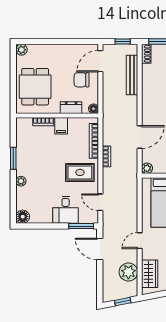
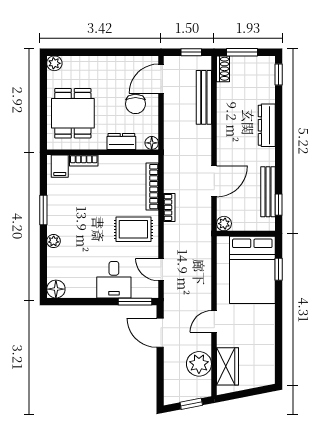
chair: (81, 80) -> (135, 104), turned -90
filing cabinet: (61, 126) -> (60, 166), moved

